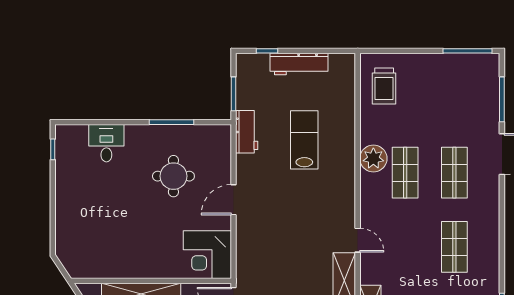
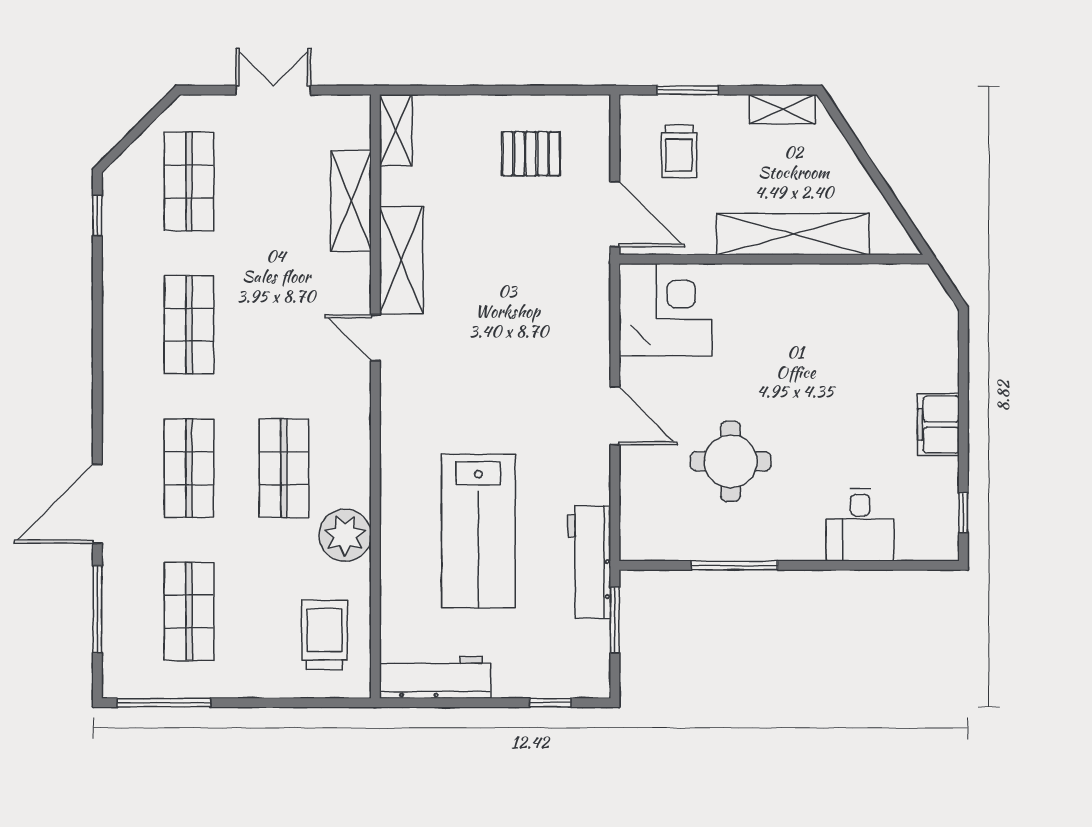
workbench: (299, 64) -> (435, 678), moved
shop shelf: (454, 98) -> (189, 611), added
workbench: (247, 132) -> (589, 562), width x1.38
lab bench: (304, 140) -> (478, 531), width x1.36, depth x1.39
plant: (373, 158) -> (345, 535), moved
filing cabinet: (66, 195) -> (938, 425), added
door: (234, 200) -> (615, 416), hinge flipped

